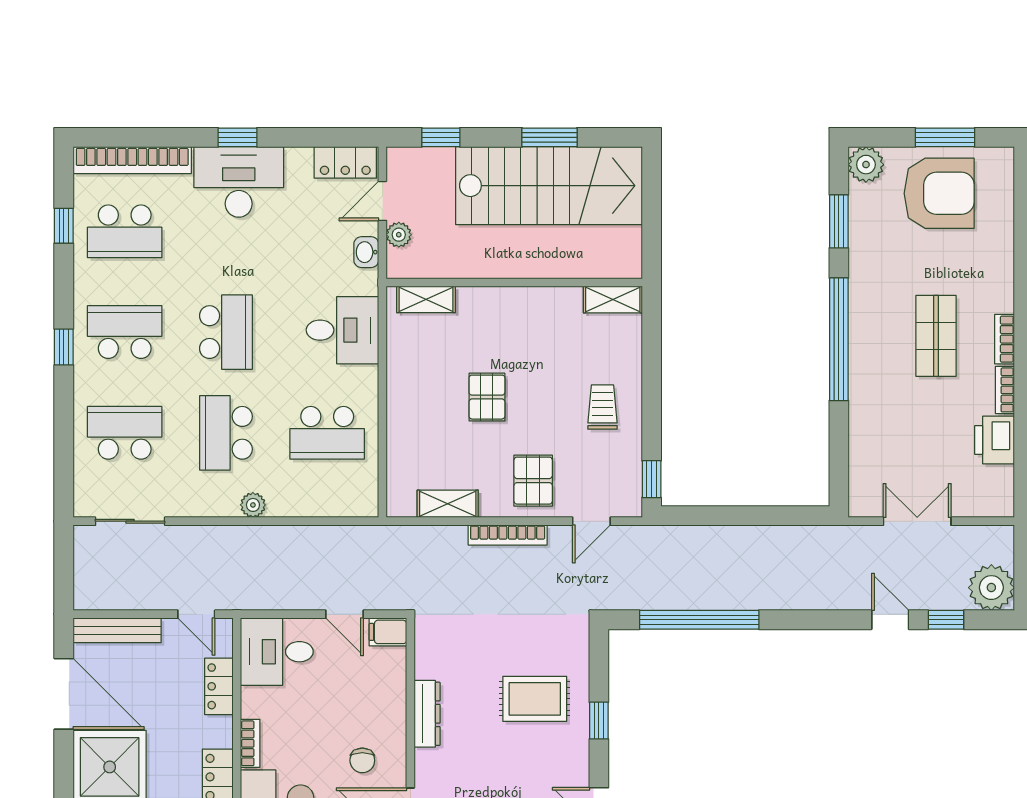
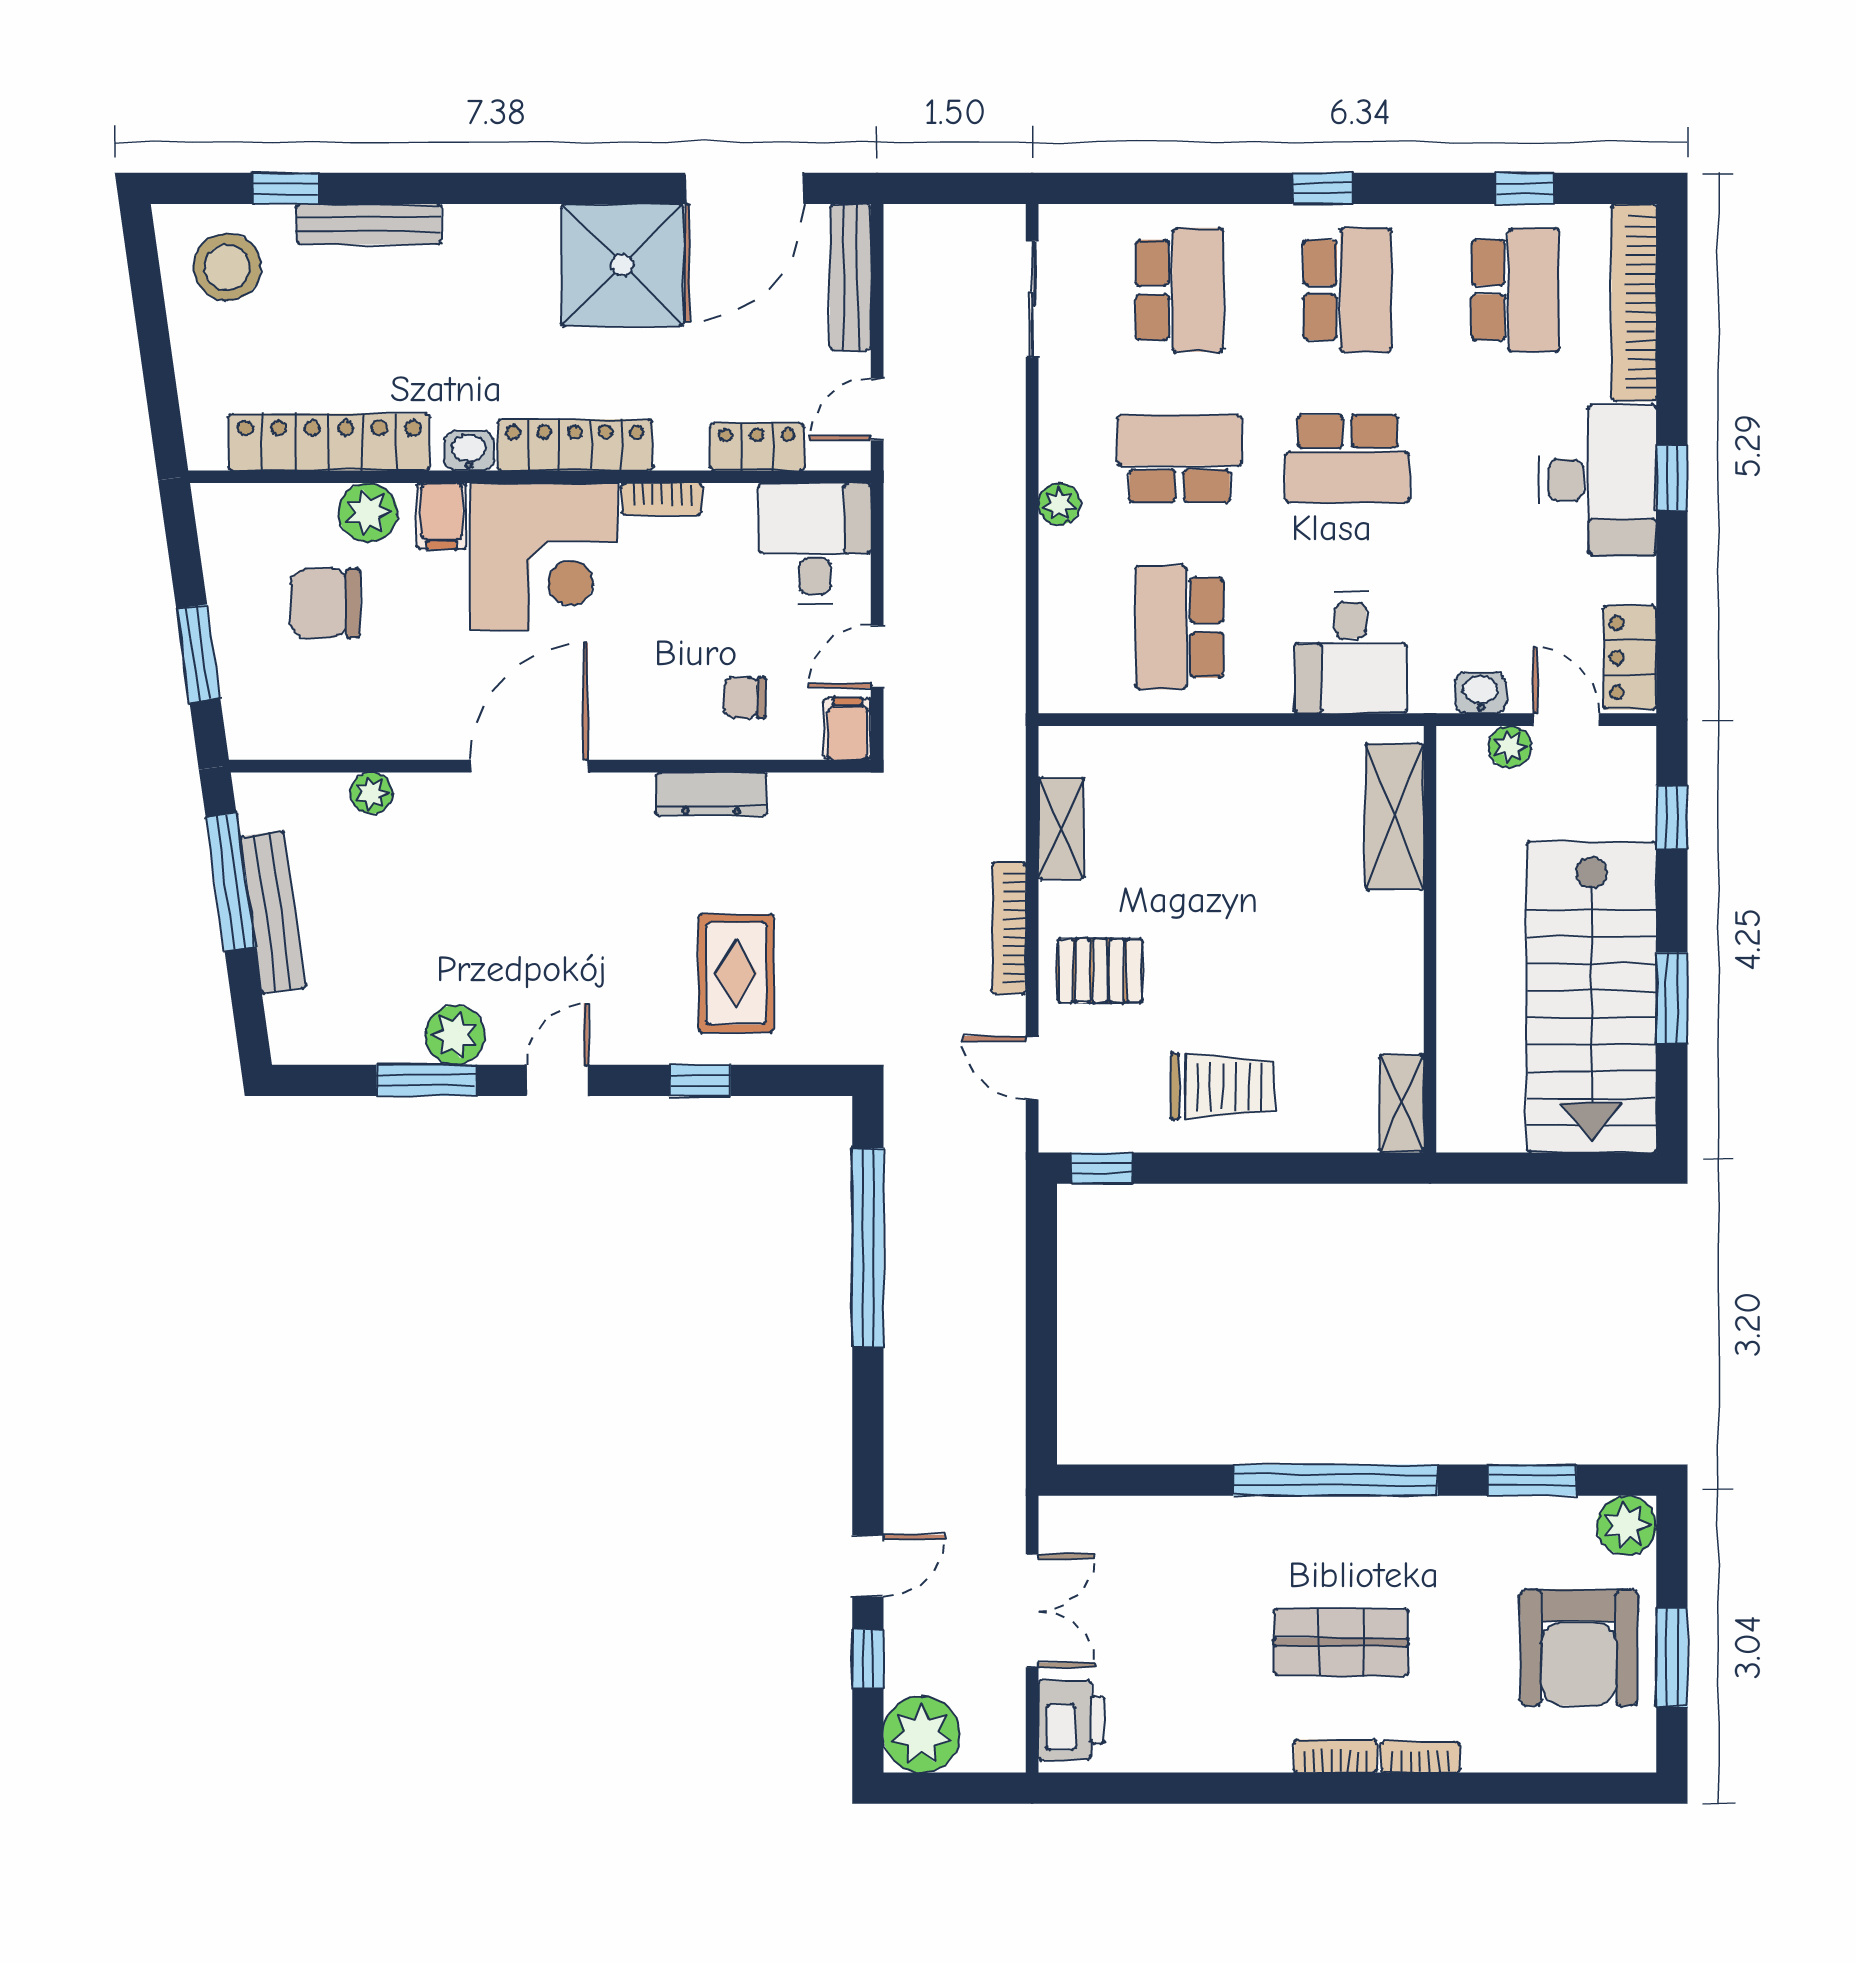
school desk: (125, 231) -> (1515, 290), turned 180
shelving: (426, 299) -> (1395, 817), width x1.50, depth x1.33
bookcase: (1005, 390) -> (1420, 1757), moved
pallet: (487, 397) -> (1239, 894), removed
trolley: (602, 407) -> (1222, 1086), width x1.36, depth x1.39
printer: (995, 440) -> (1071, 1720), moved, turned 90
chair: (362, 760) -> (745, 698), moved

